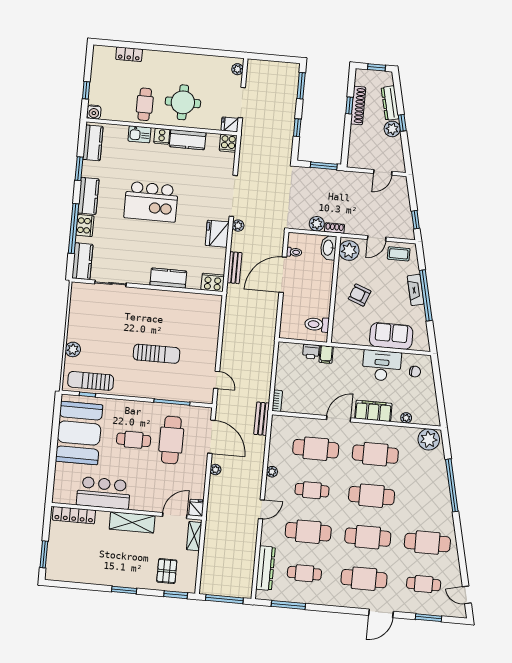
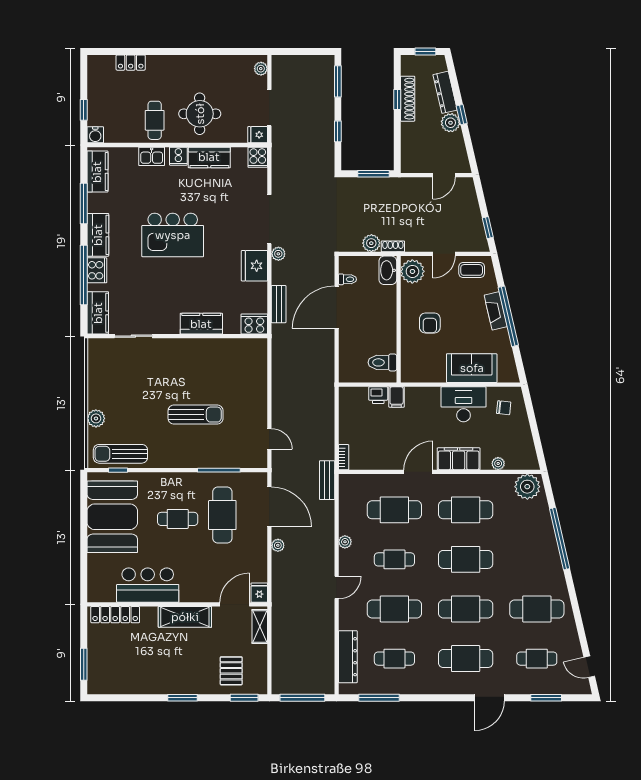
window: (79, 169) -> (84, 203), width x1.44
armchair: (360, 295) -> (430, 323), turned -111

